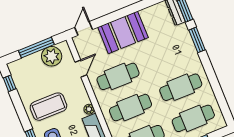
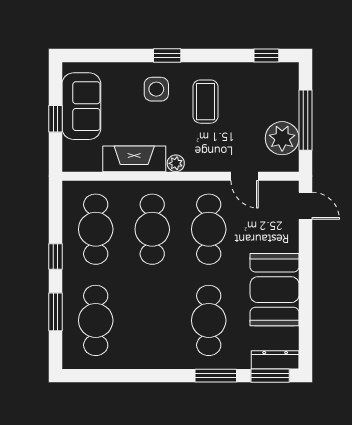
booth: (123, 32) -> (275, 290), moved
cafe table: (181, 87) -> (209, 320), moved
coffee table: (48, 107) -> (205, 102), width x0.73, depth x0.76

